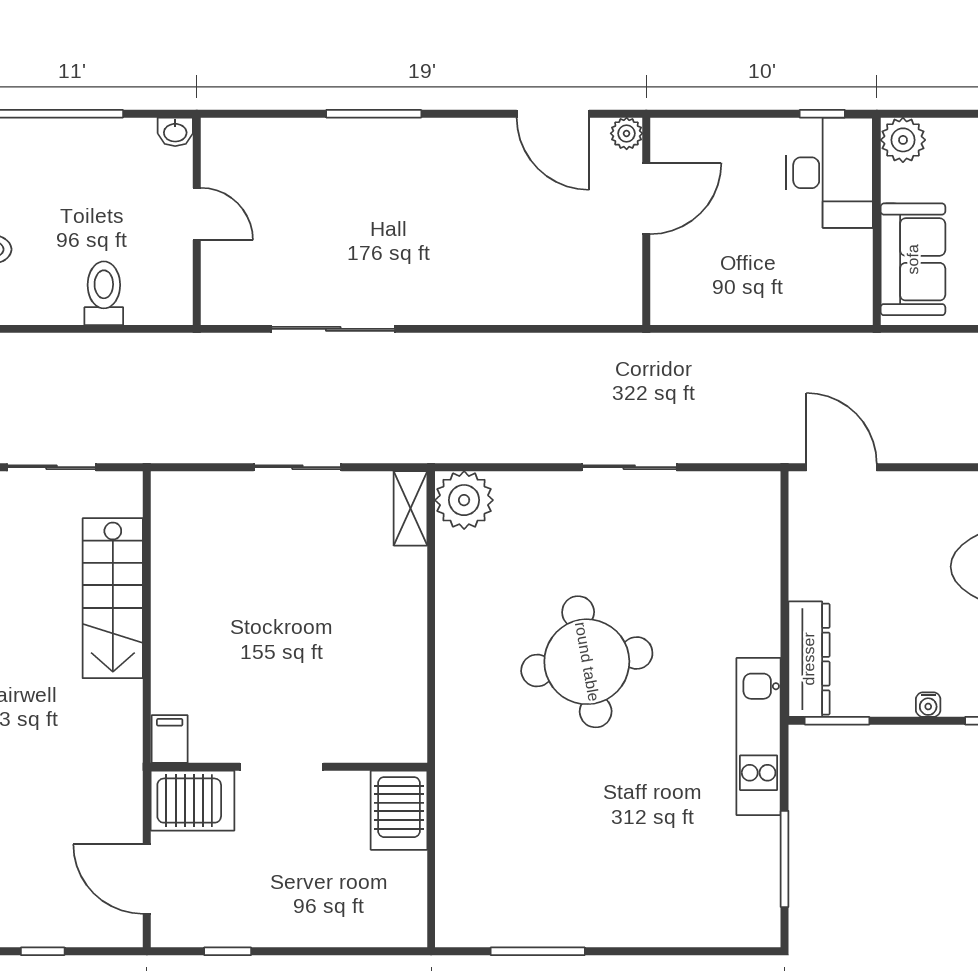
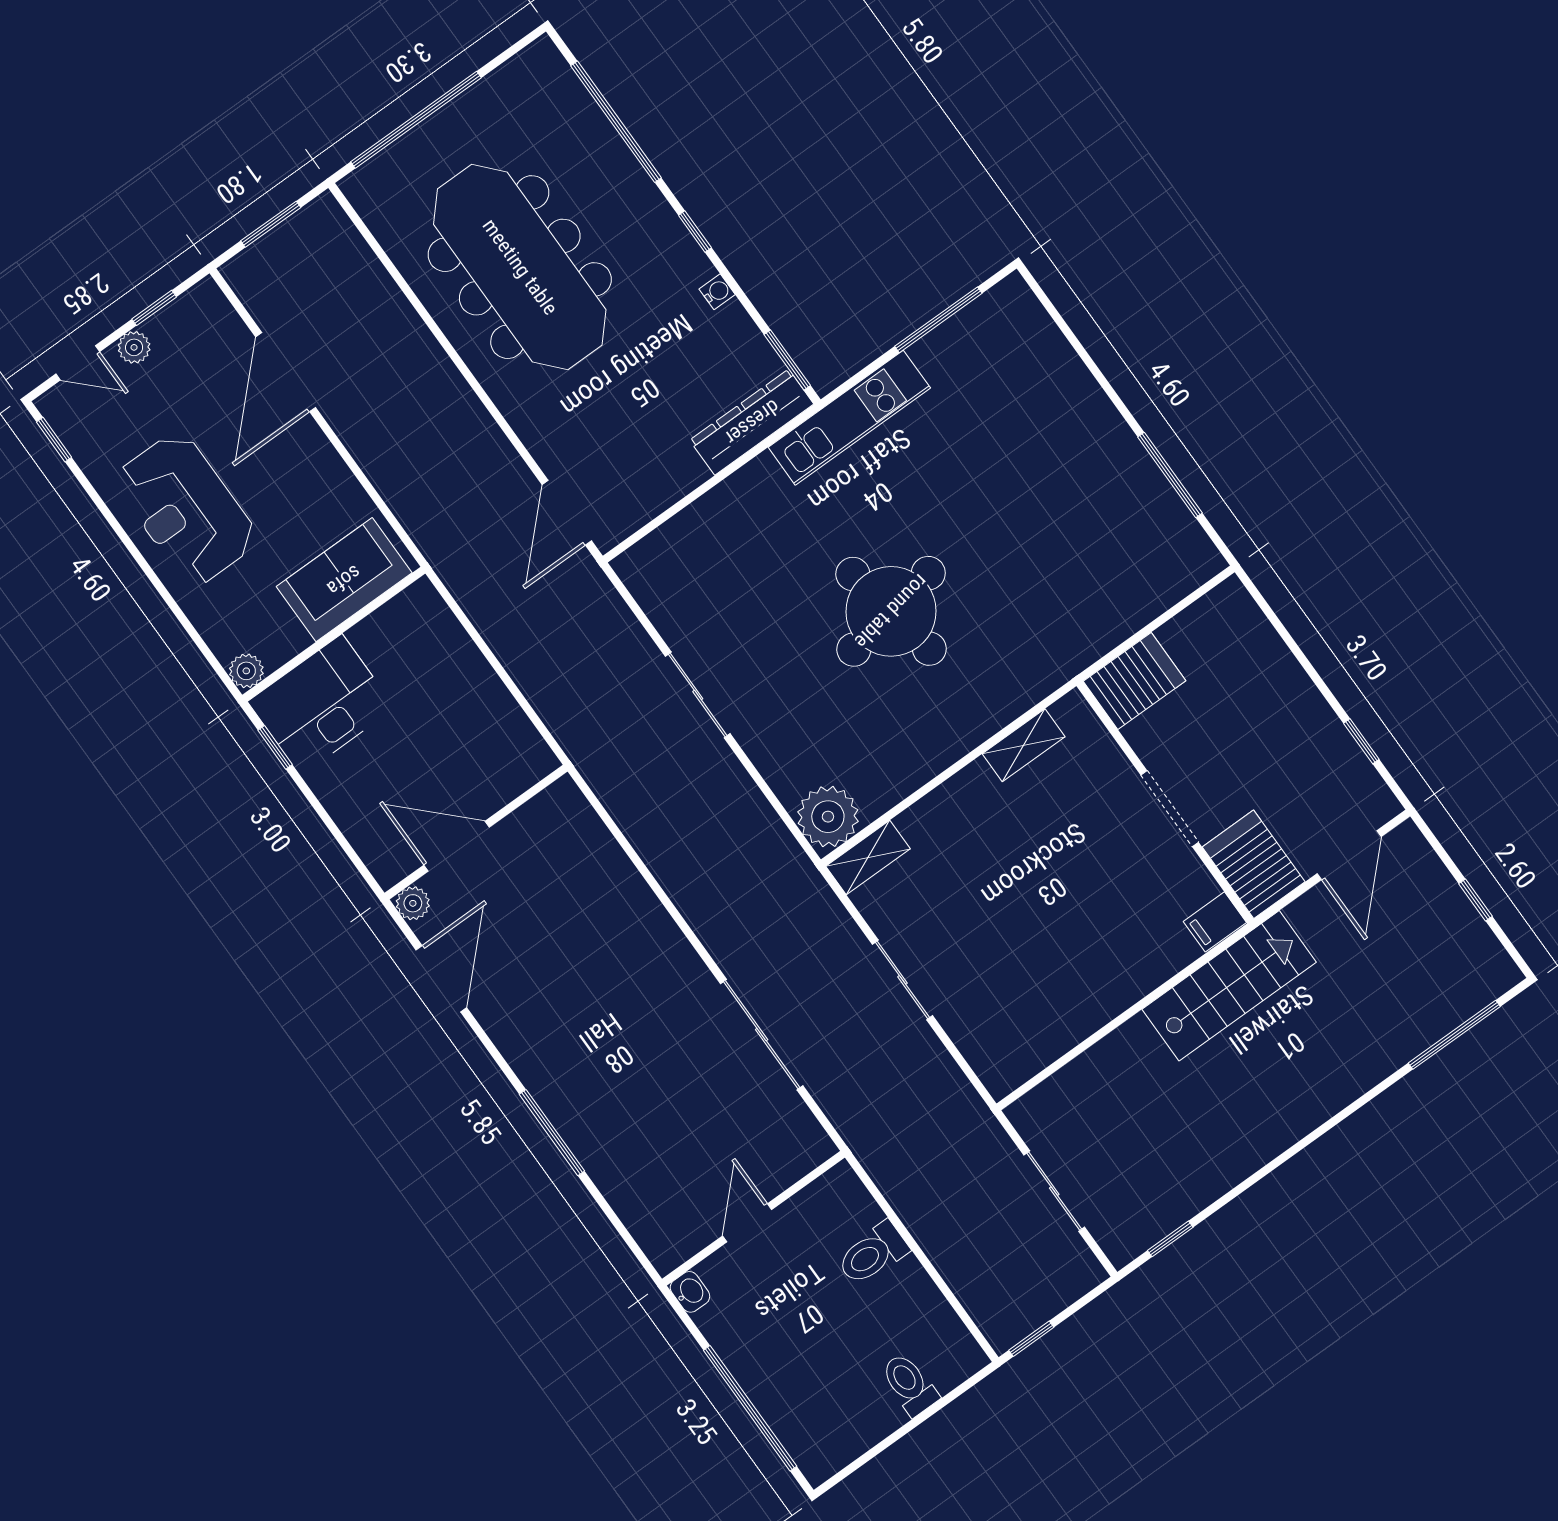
plant: (903, 140) -> (246, 671), width x0.73, depth x0.73
stairs: (113, 598) -> (1229, 986), moved
shelving: (411, 690) -> (1024, 745), added

